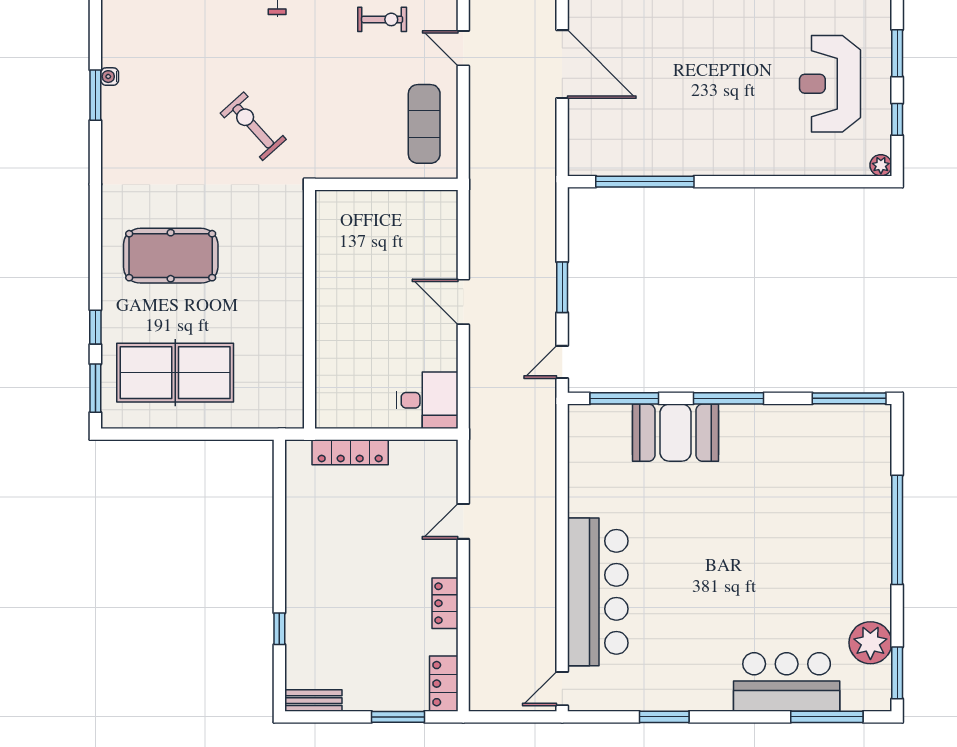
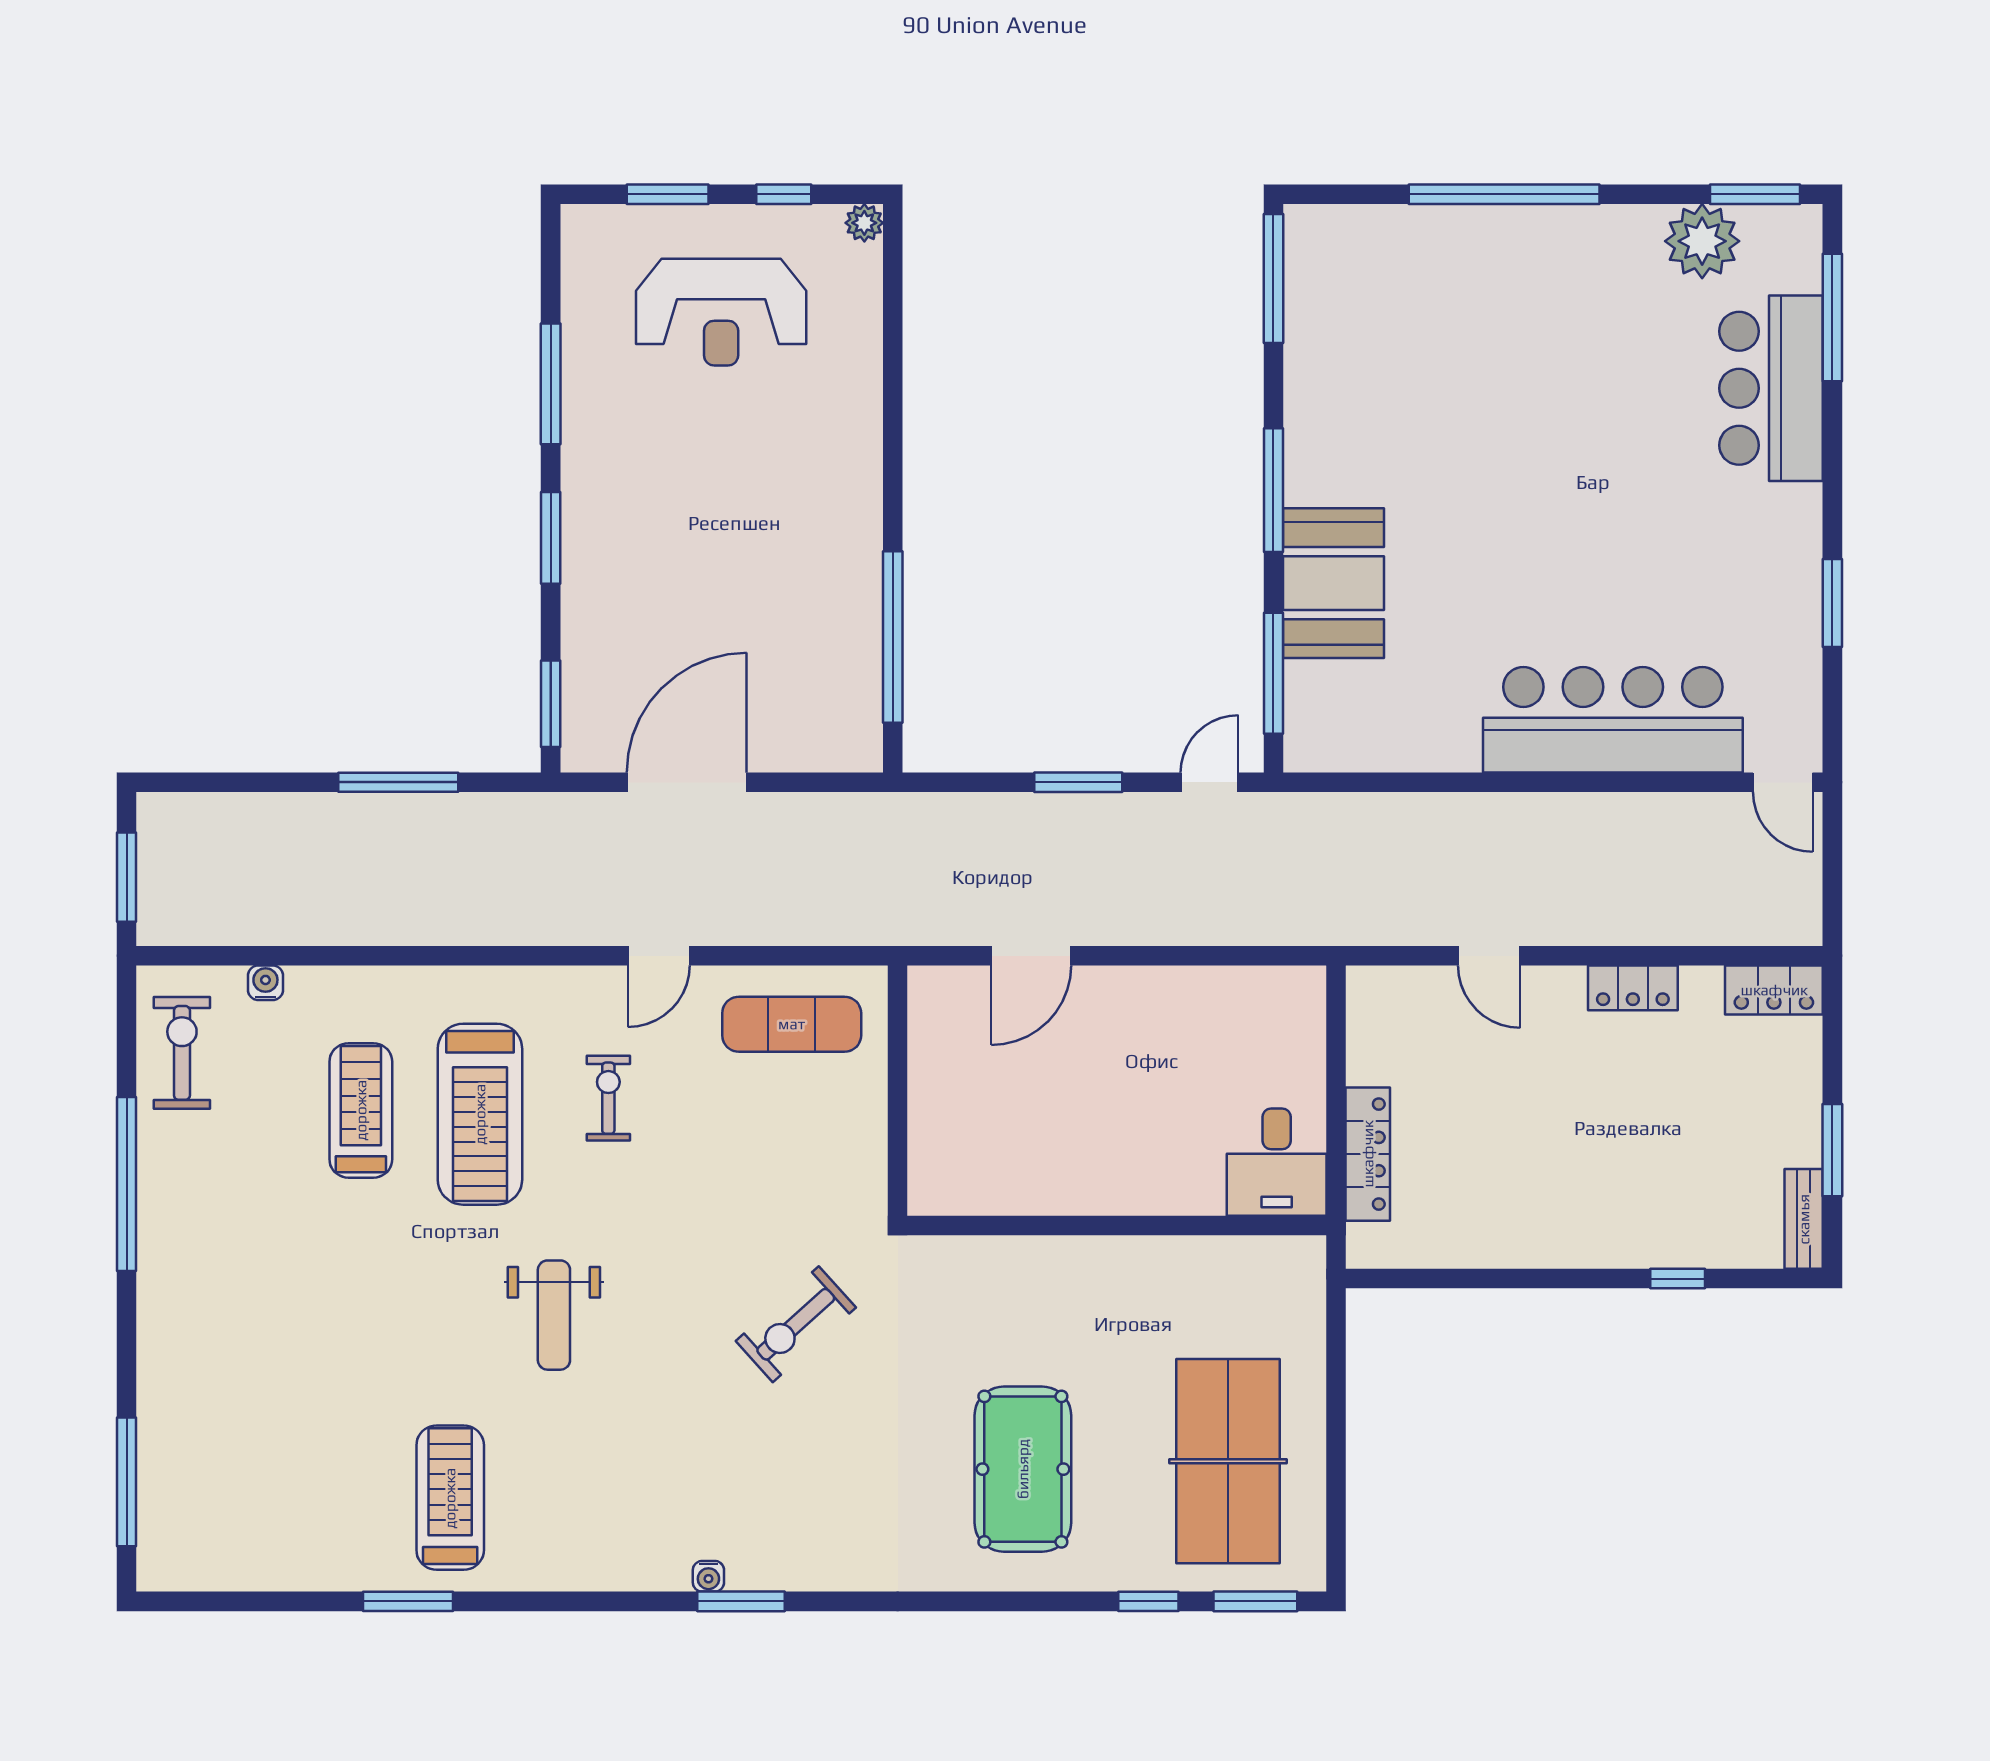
door: (463, 302) -> (1031, 956), moved
door: (562, 362) -> (1210, 782), swing flipped
desk: (427, 400) -> (1277, 1162), moved, turned 180
window: (398, 717) -> (1832, 1150), moved

